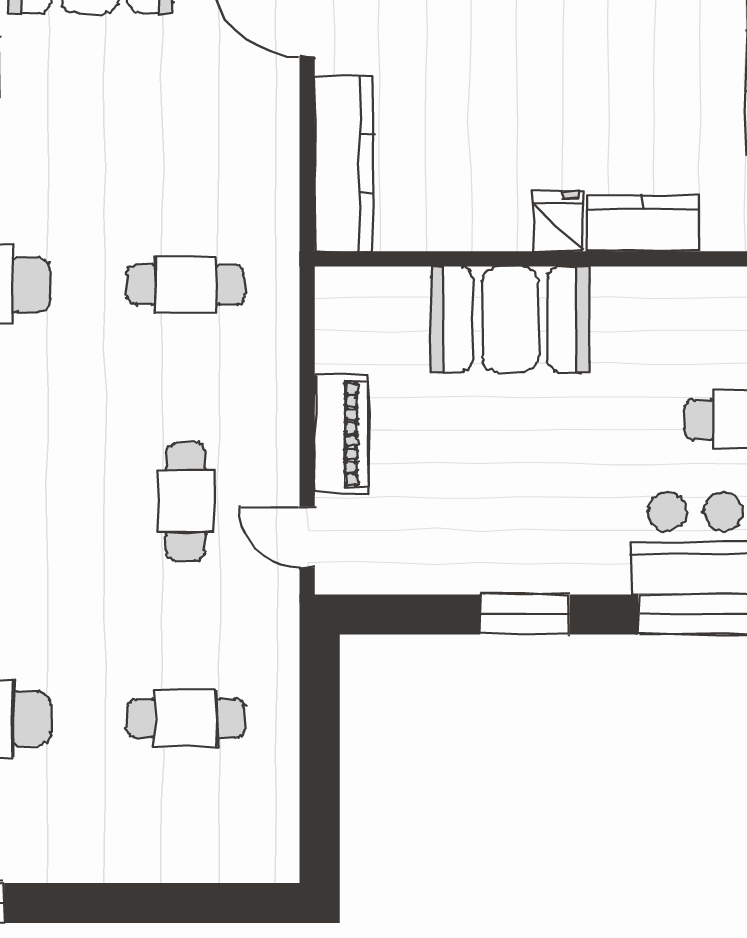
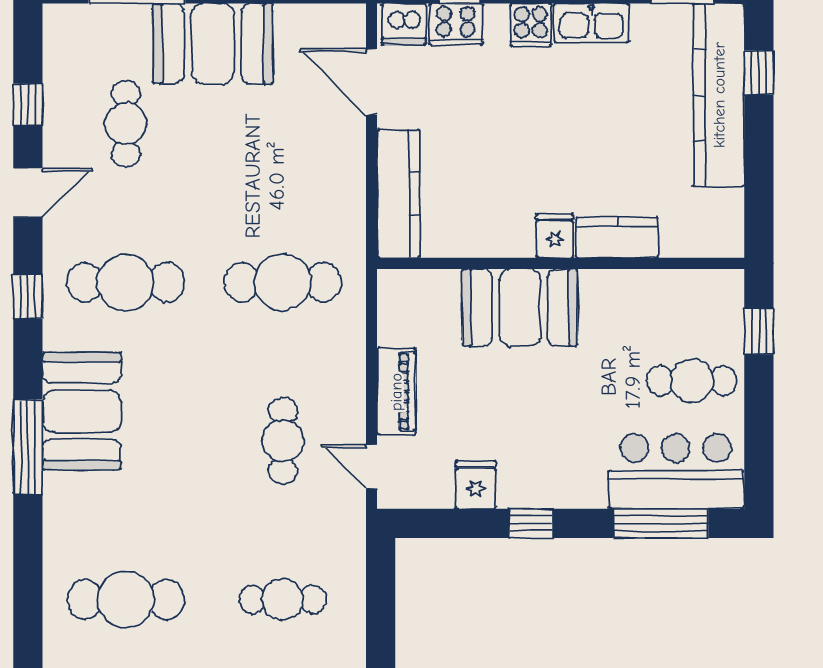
cafe table: (186, 285) -> (283, 282), width x1.37, depth x1.35
fridge: (450, 562) -> (476, 485), added
window: (525, 615) -> (531, 523), width x0.67

